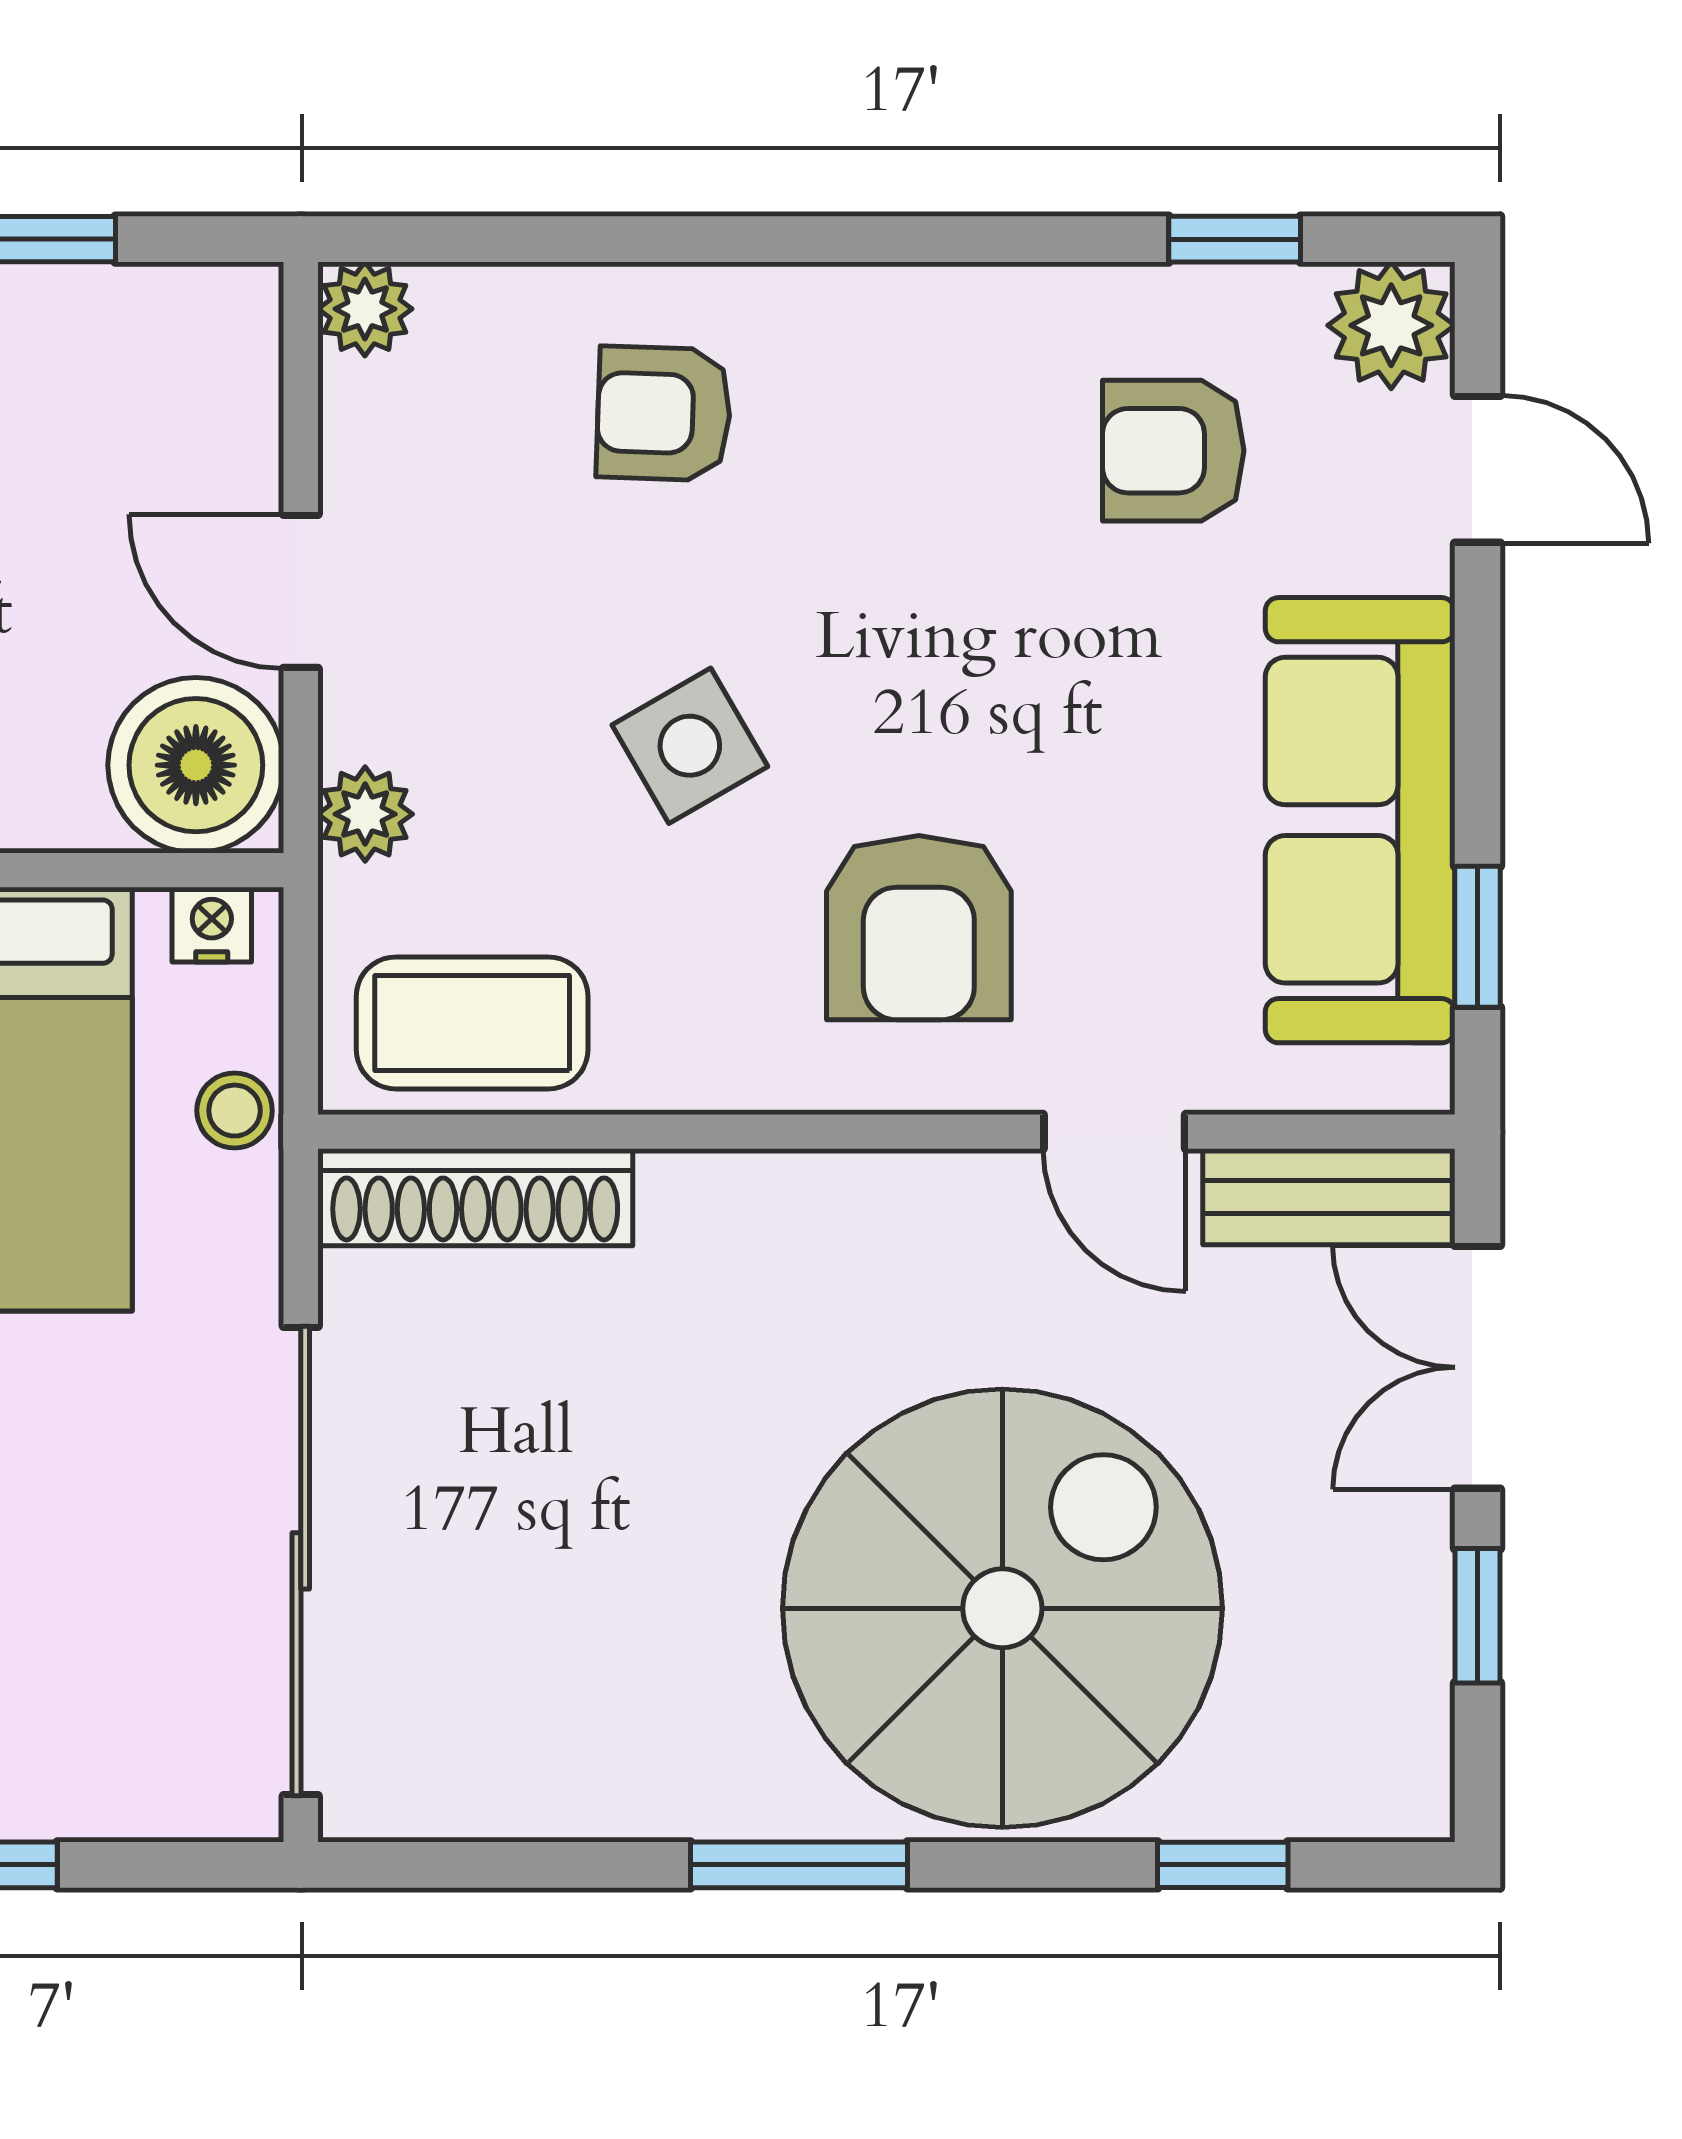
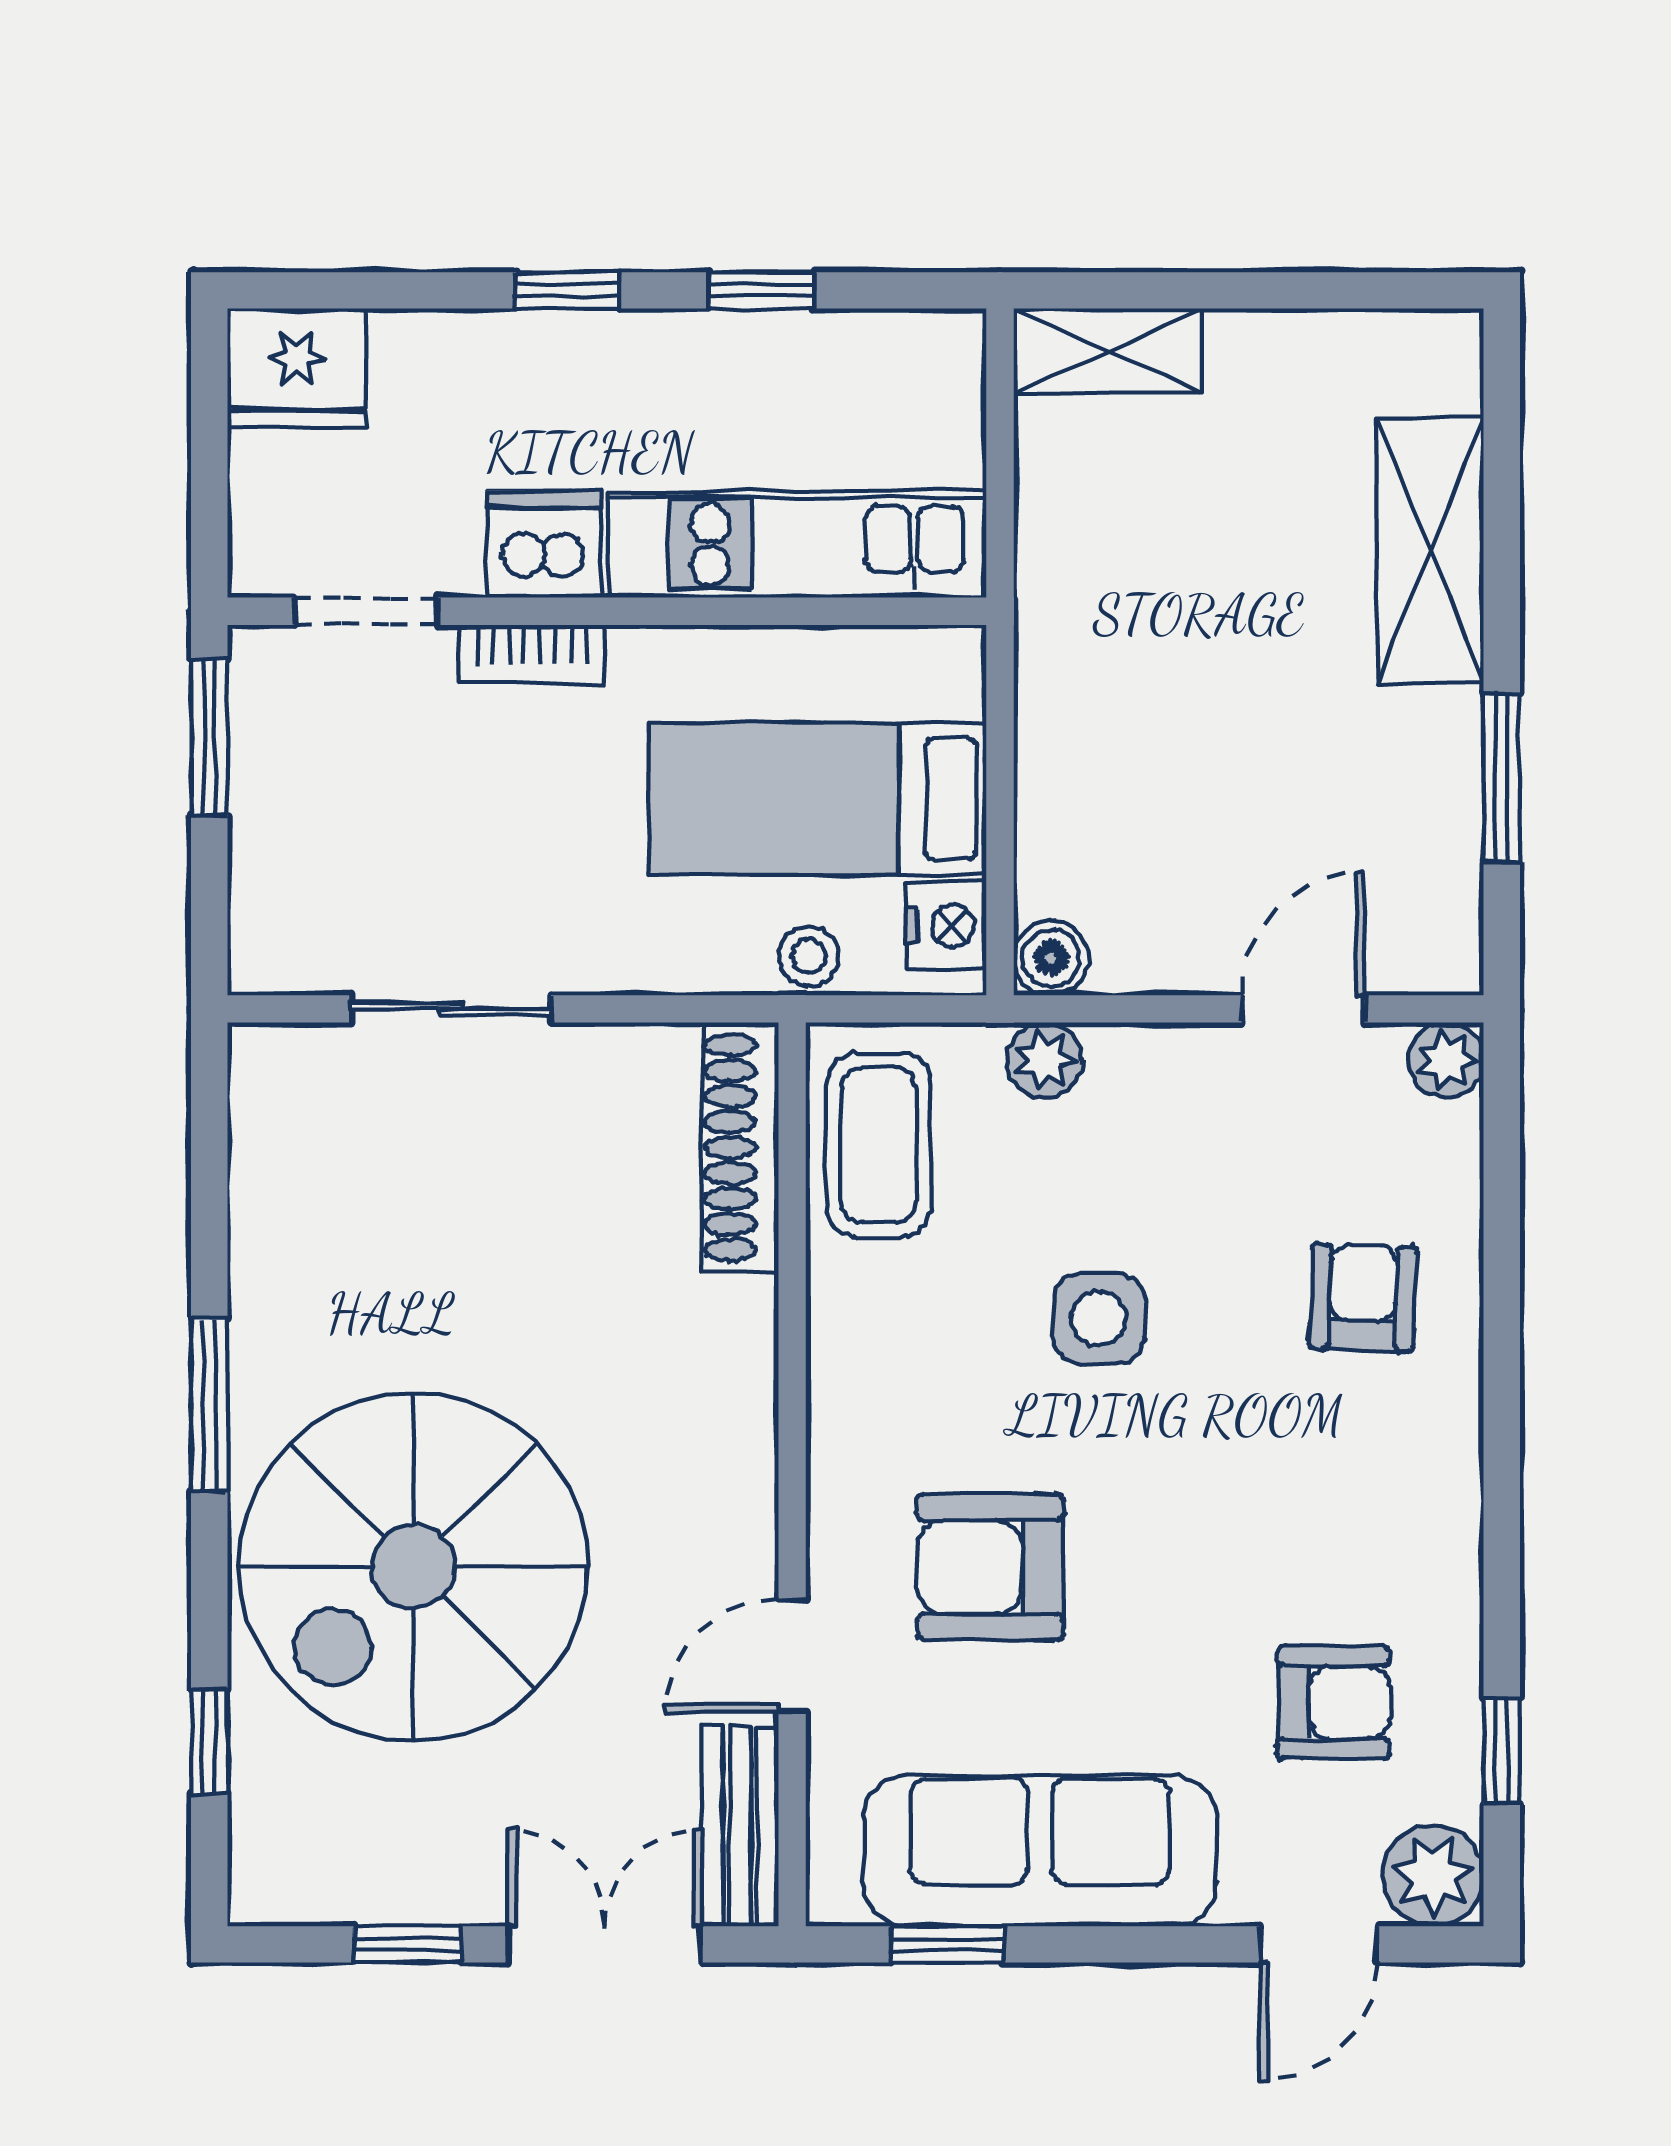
armchair: (1173, 451) -> (1333, 1702), turned 90
door: (301, 591) -> (1303, 1009), moved
side table: (690, 746) -> (1099, 1318), turned 30
boiler: (196, 765) -> (1051, 958), width x0.54, depth x0.54
nightstand: (212, 925) -> (946, 926), width x1.39, depth x1.35
armchair: (919, 928) -> (990, 1567), moved
sliding door: (301, 1561) -> (451, 1009), width x0.54
spiral stairs: (1002, 1608) -> (413, 1567), turned 90

